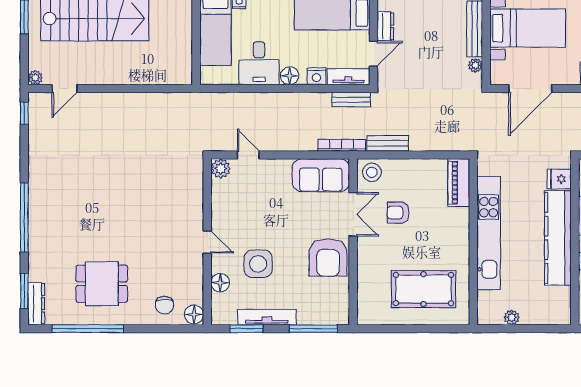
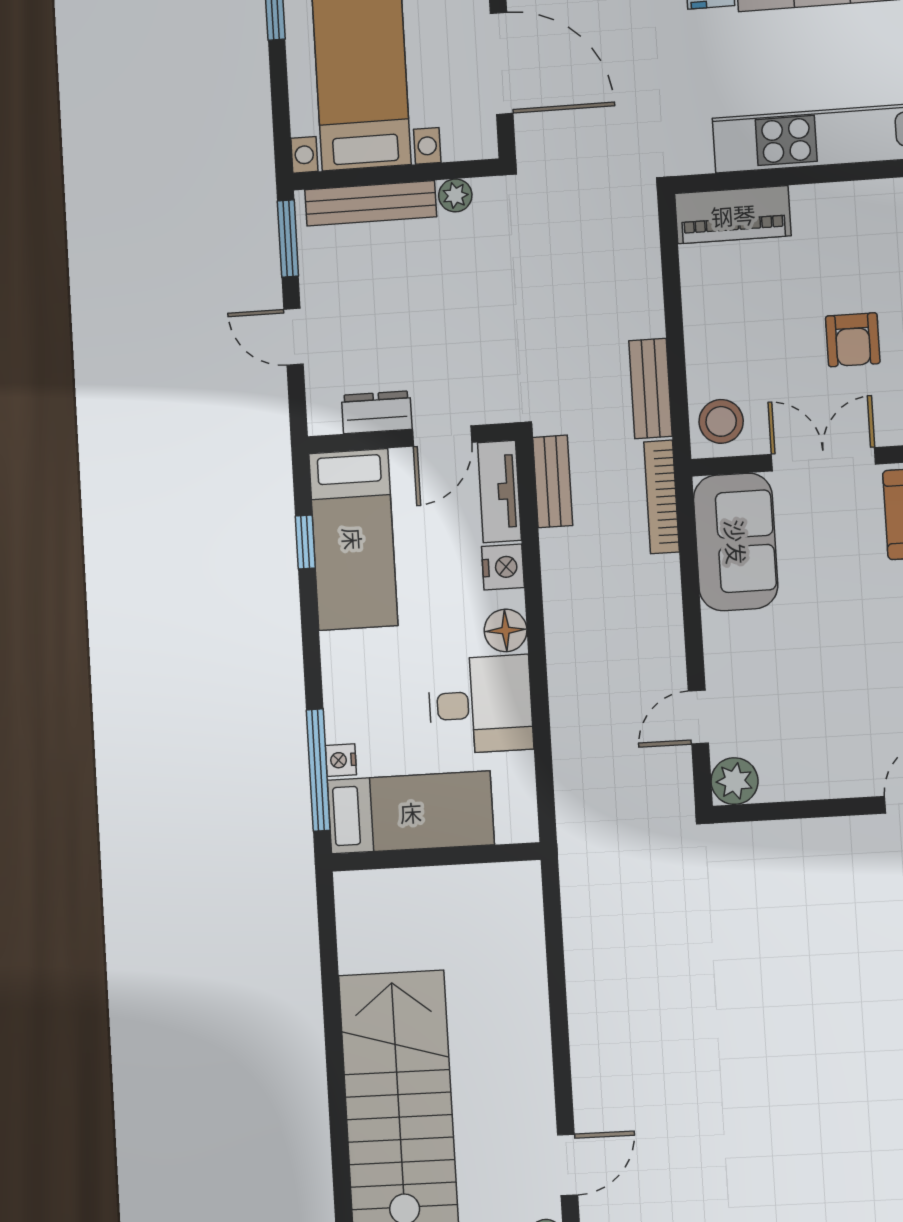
door: (373, 54) -> (442, 436), swing flipped
door: (65, 89) -> (568, 1165), hinge flipped
armchair: (398, 213) -> (853, 340), moved

